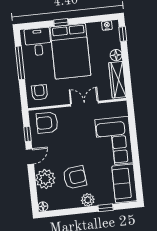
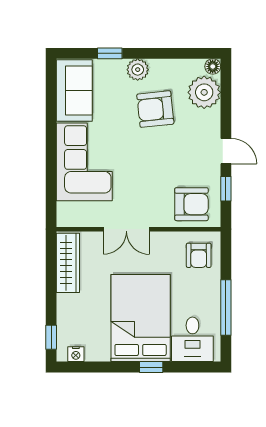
floor lamp: (116, 55) -> (66, 304), removed
door: (30, 157) -> (226, 151), swing flipped
plant: (45, 179) -> (204, 92), moved

